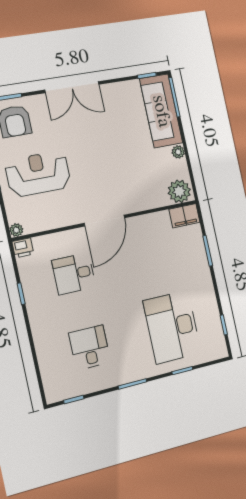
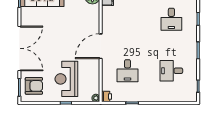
double door: (72, 87) -> (19, 48), width x1.36
door: (105, 221) -> (101, 46), swing flipped
desk: (172, 327) -> (171, 19), width x0.53, depth x0.77

